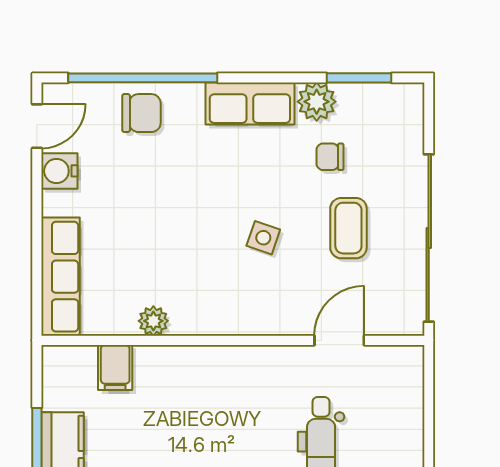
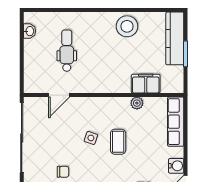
coffee table: (348, 228) -> (118, 142), moved
filing cabinet: (115, 367) -> (146, 84), width x2.00

